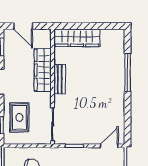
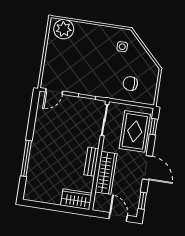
wardrobe: (77, 38) -> (76, 199), width x0.67
rug: (19, 117) -> (135, 131), width x1.36, depth x1.43

